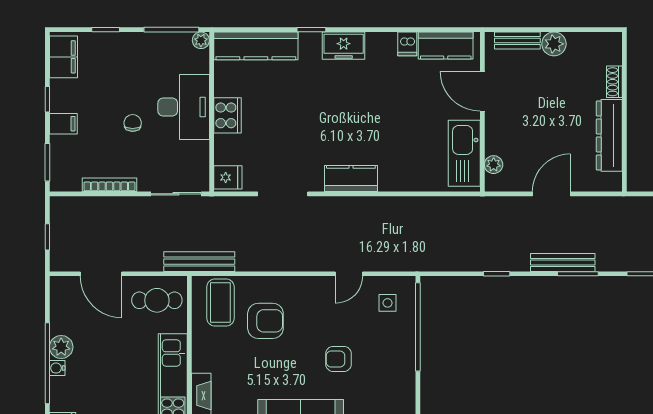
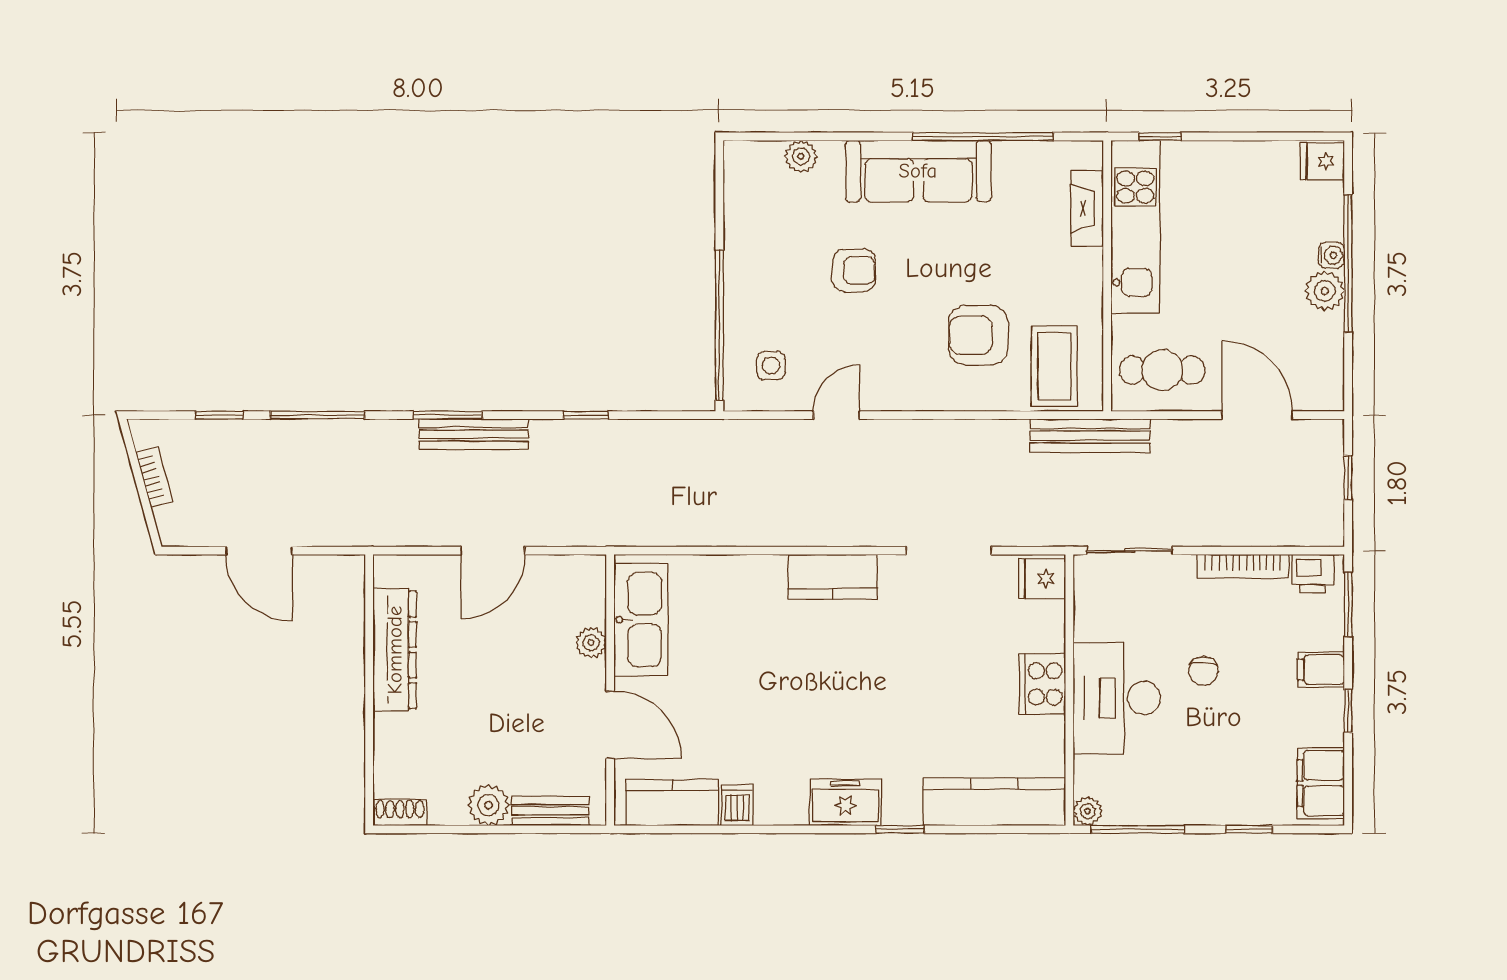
shoe rack: (614, 82) -> (400, 812), moved, turned -90
plant: (494, 165) -> (591, 643), moved
printer: (68, 180) -> (1313, 573), added

